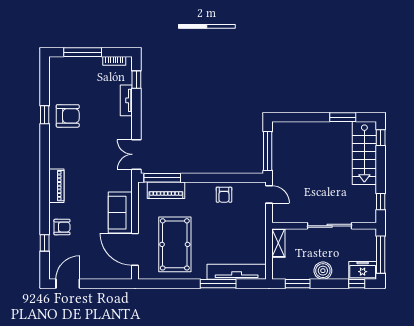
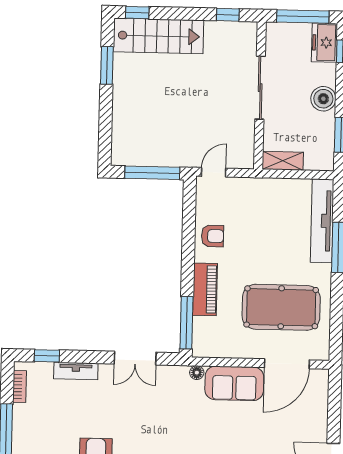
double door: (136, 154) -> (135, 358), moved
floor lamp: (127, 186) -> (197, 373), added
piano: (166, 190) -> (205, 289), moved

